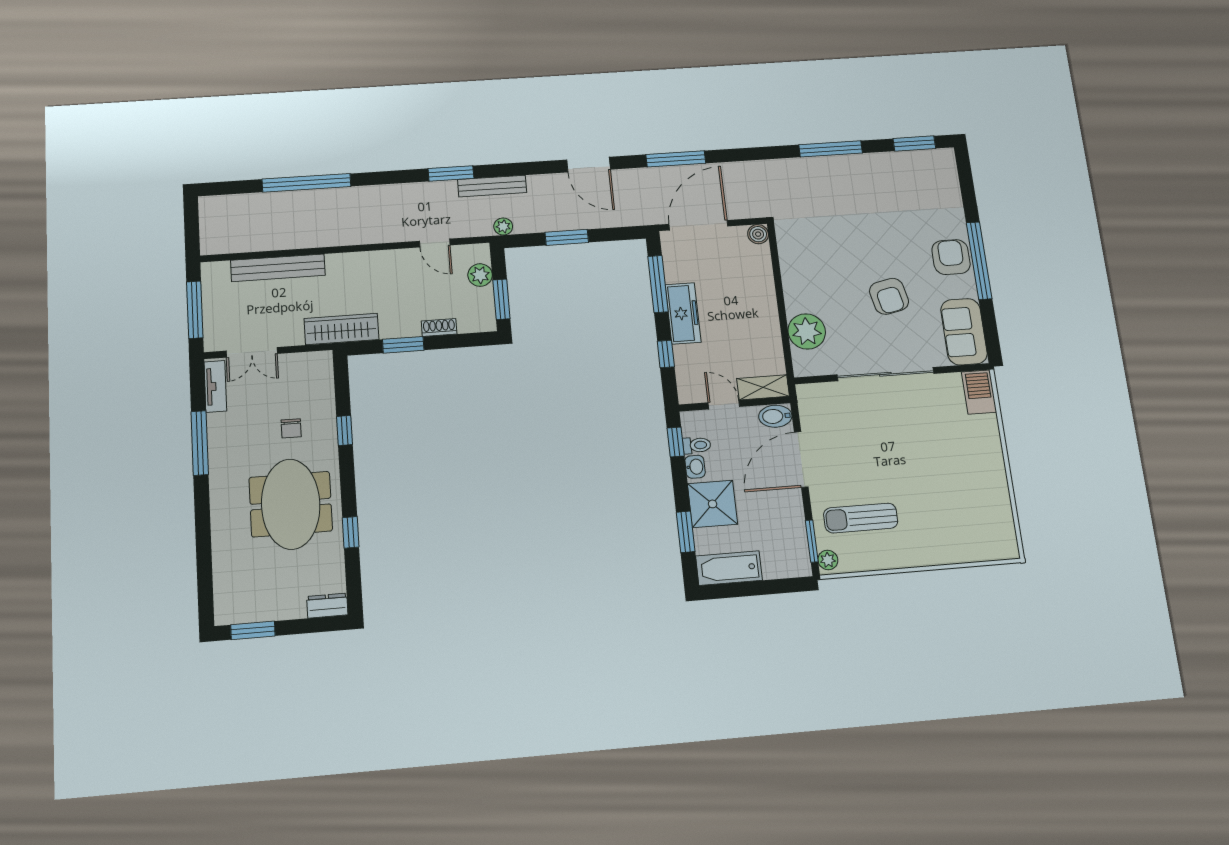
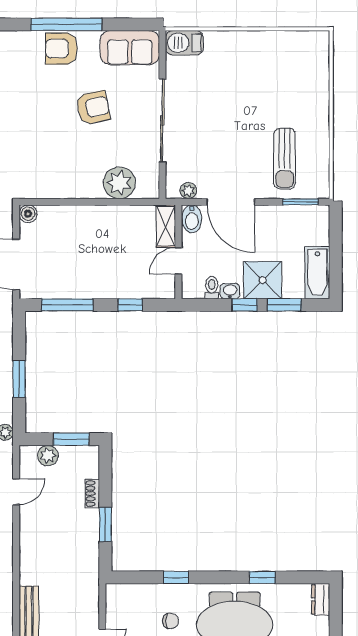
freezer: (683, 313) -> (95, 286), removed
wardrobe: (341, 329) -> (87, 575), removed
window: (676, 442) -> (245, 305), moved
plant: (828, 560) -> (188, 191), moved

